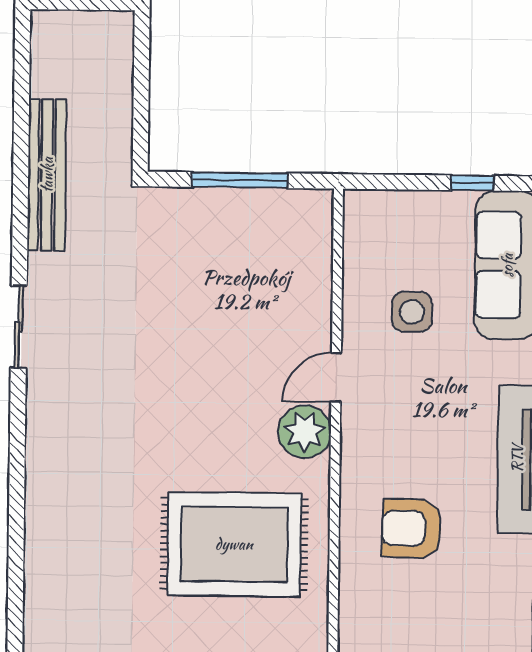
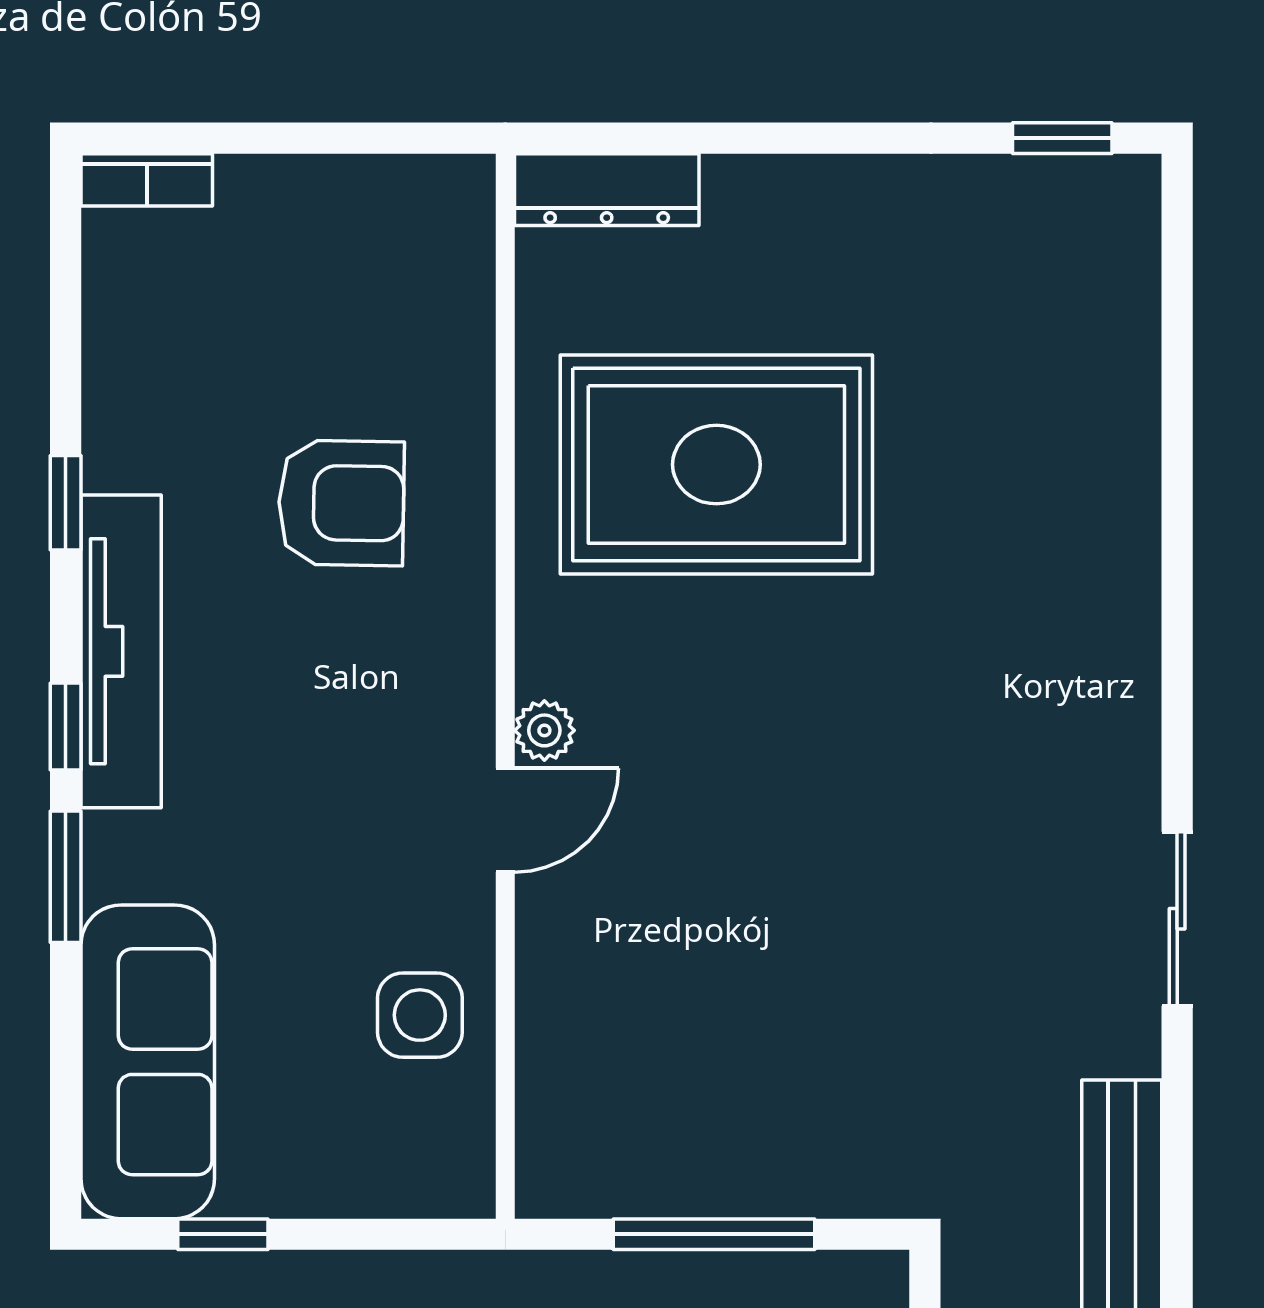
side table: (412, 312) -> (420, 1015), moved
plant: (305, 432) -> (544, 730), width x0.53, depth x0.53

